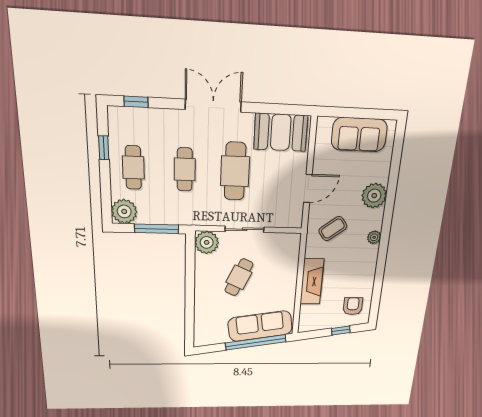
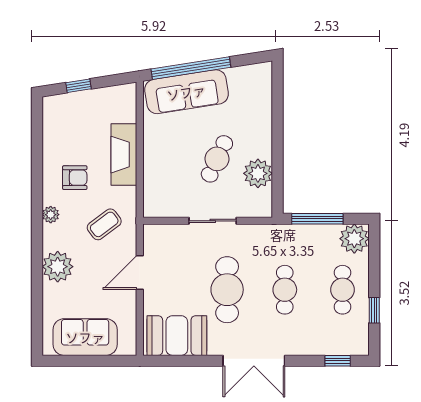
plant: (207, 242) -> (258, 173), moved
armchair: (353, 306) -> (75, 178), moved, turned -90

